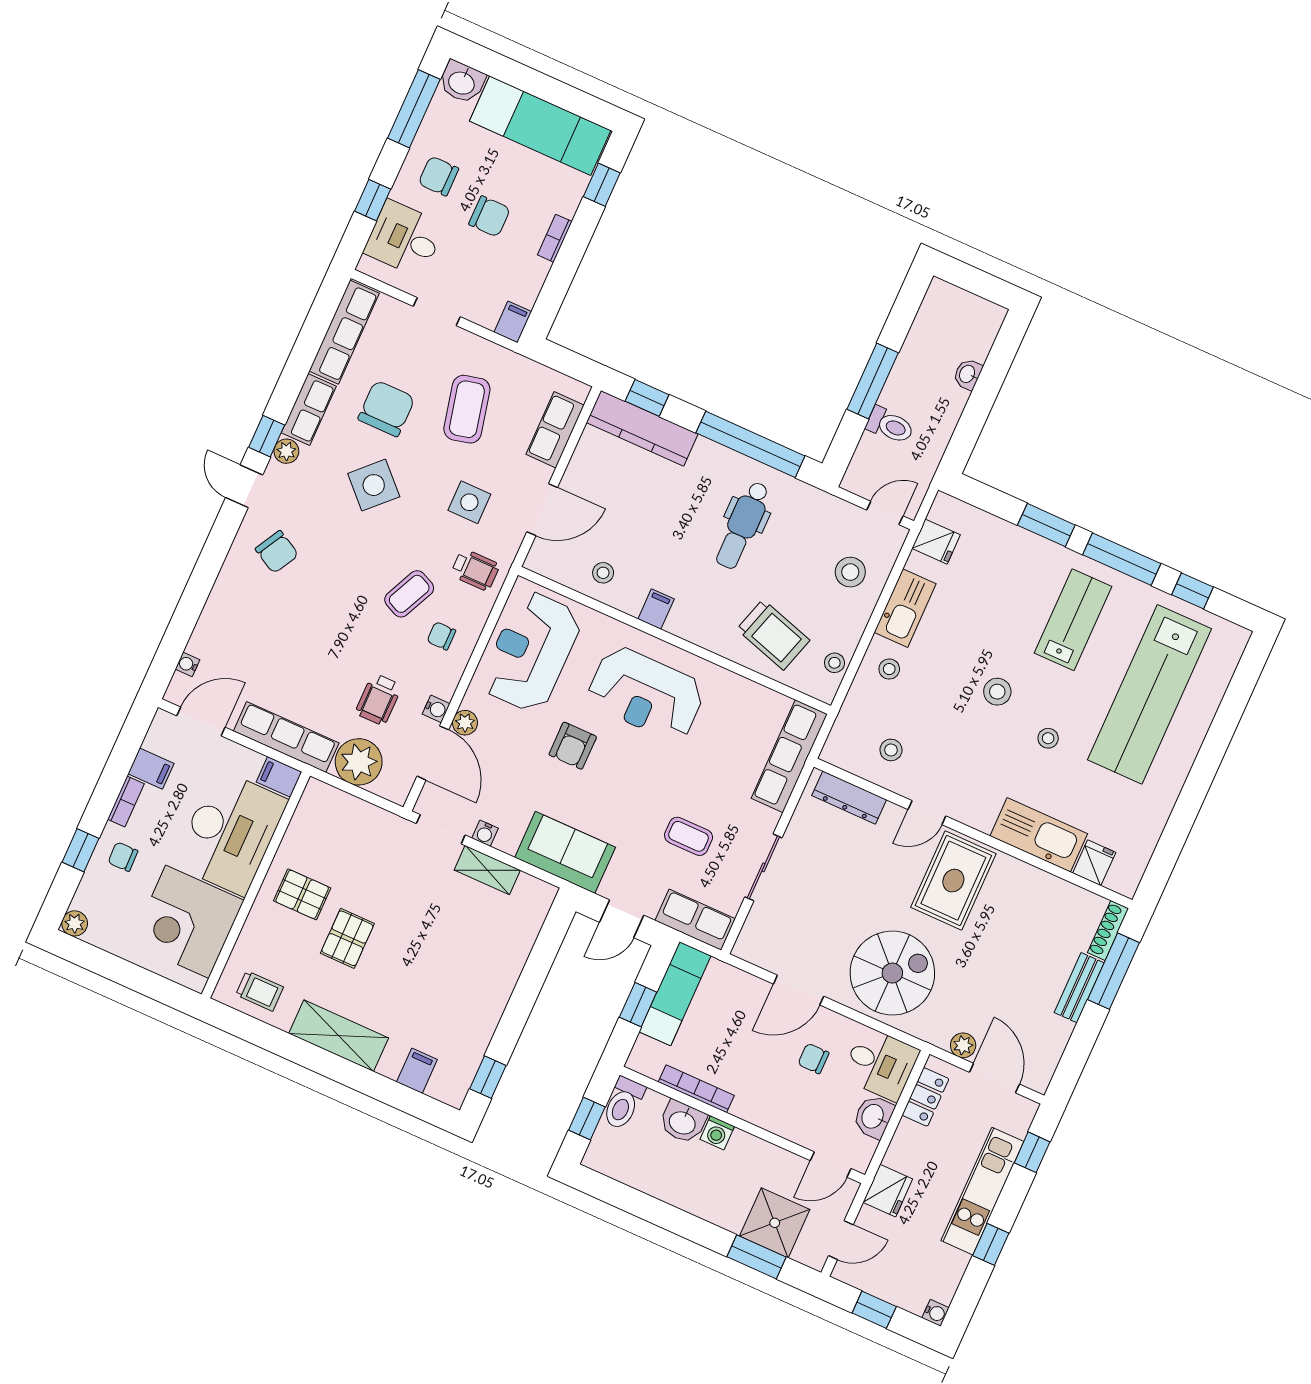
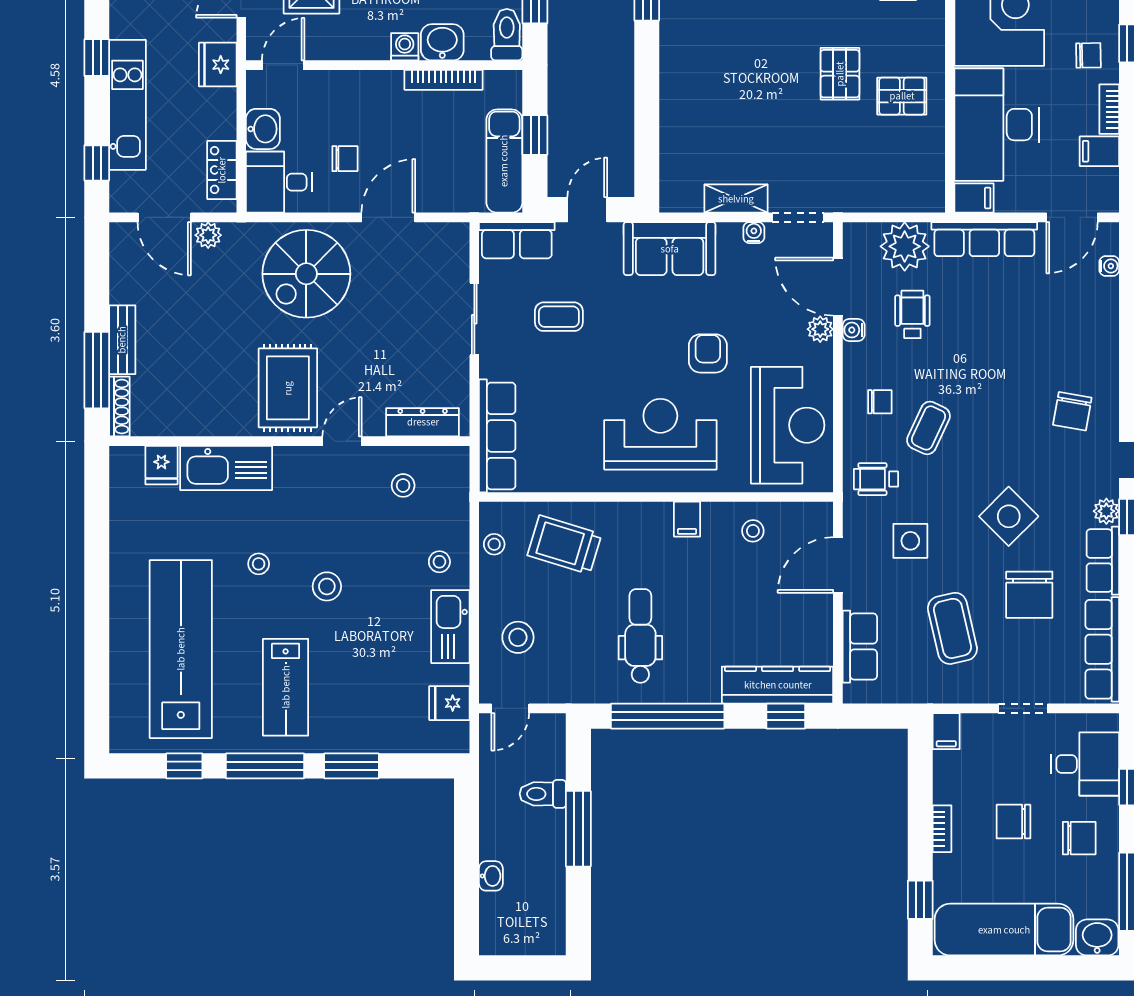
chair: (277, 552) -> (1072, 411), turned -109

